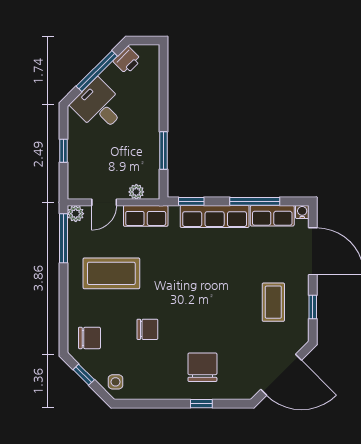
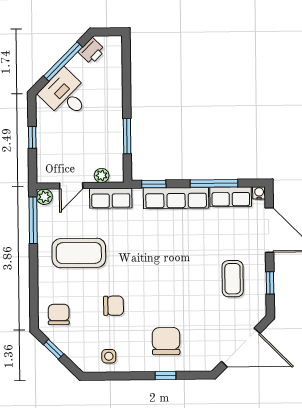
chair: (89, 338) -> (59, 314), turned -90
side table: (116, 382) -> (109, 356), moved

